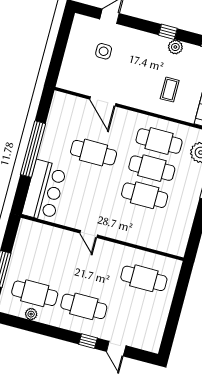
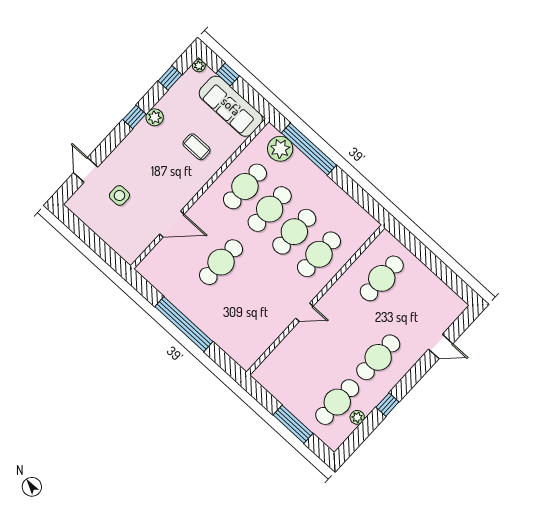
bar counter: (44, 191) -> (234, 335), removed
cafe table: (137, 222) -> (319, 254), added
window: (88, 341) -> (387, 405), moved

